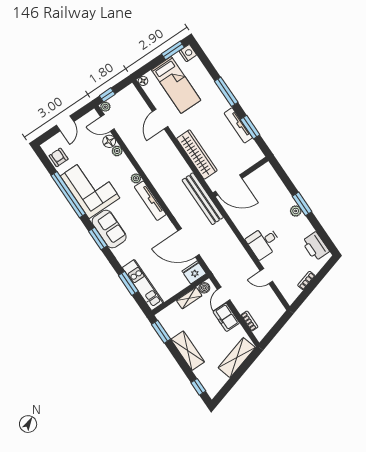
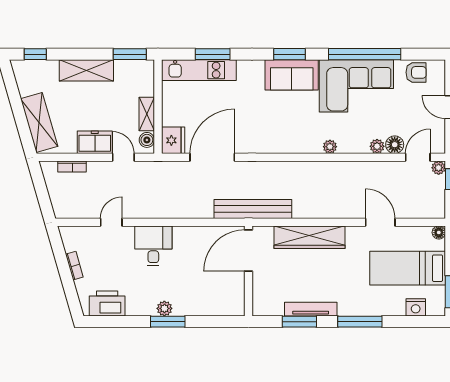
nightstand: (188, 53) -> (416, 307), moved
tv unit: (150, 201) -> (292, 146), removed

